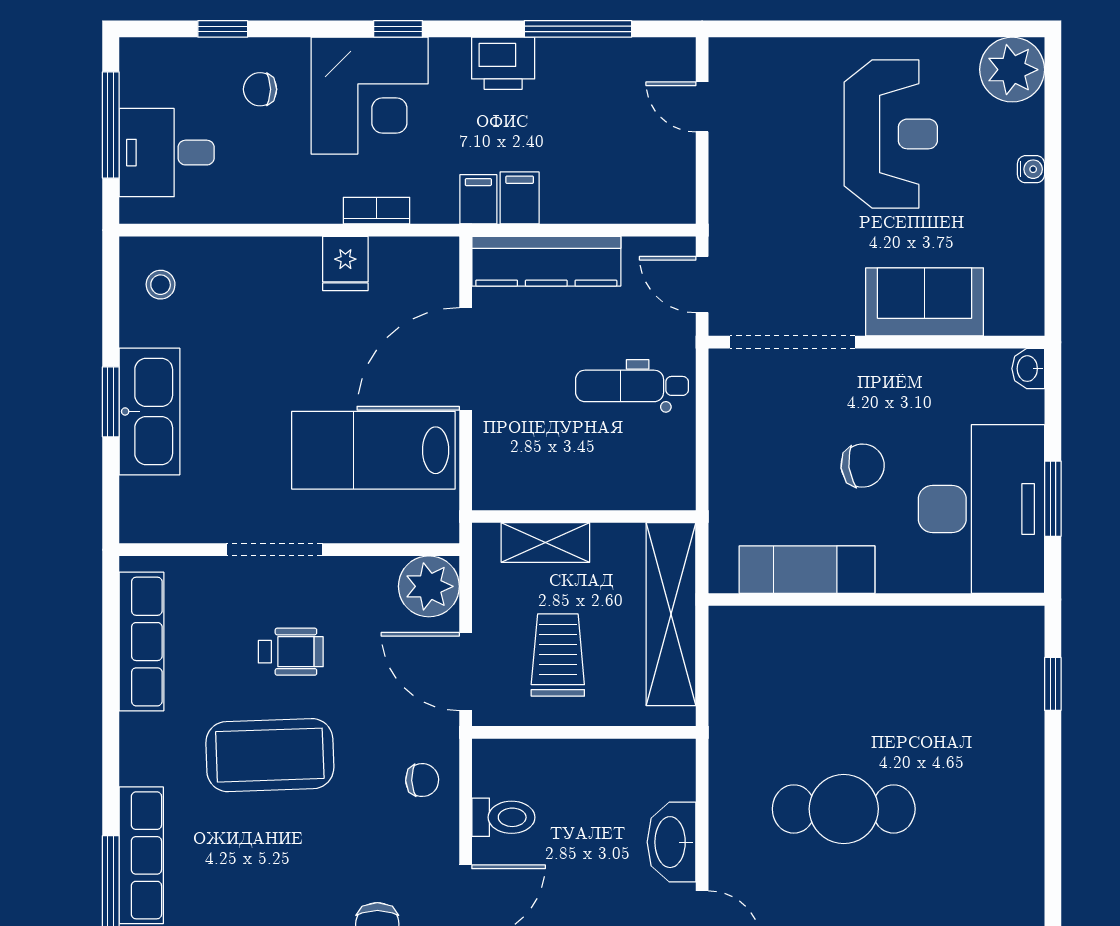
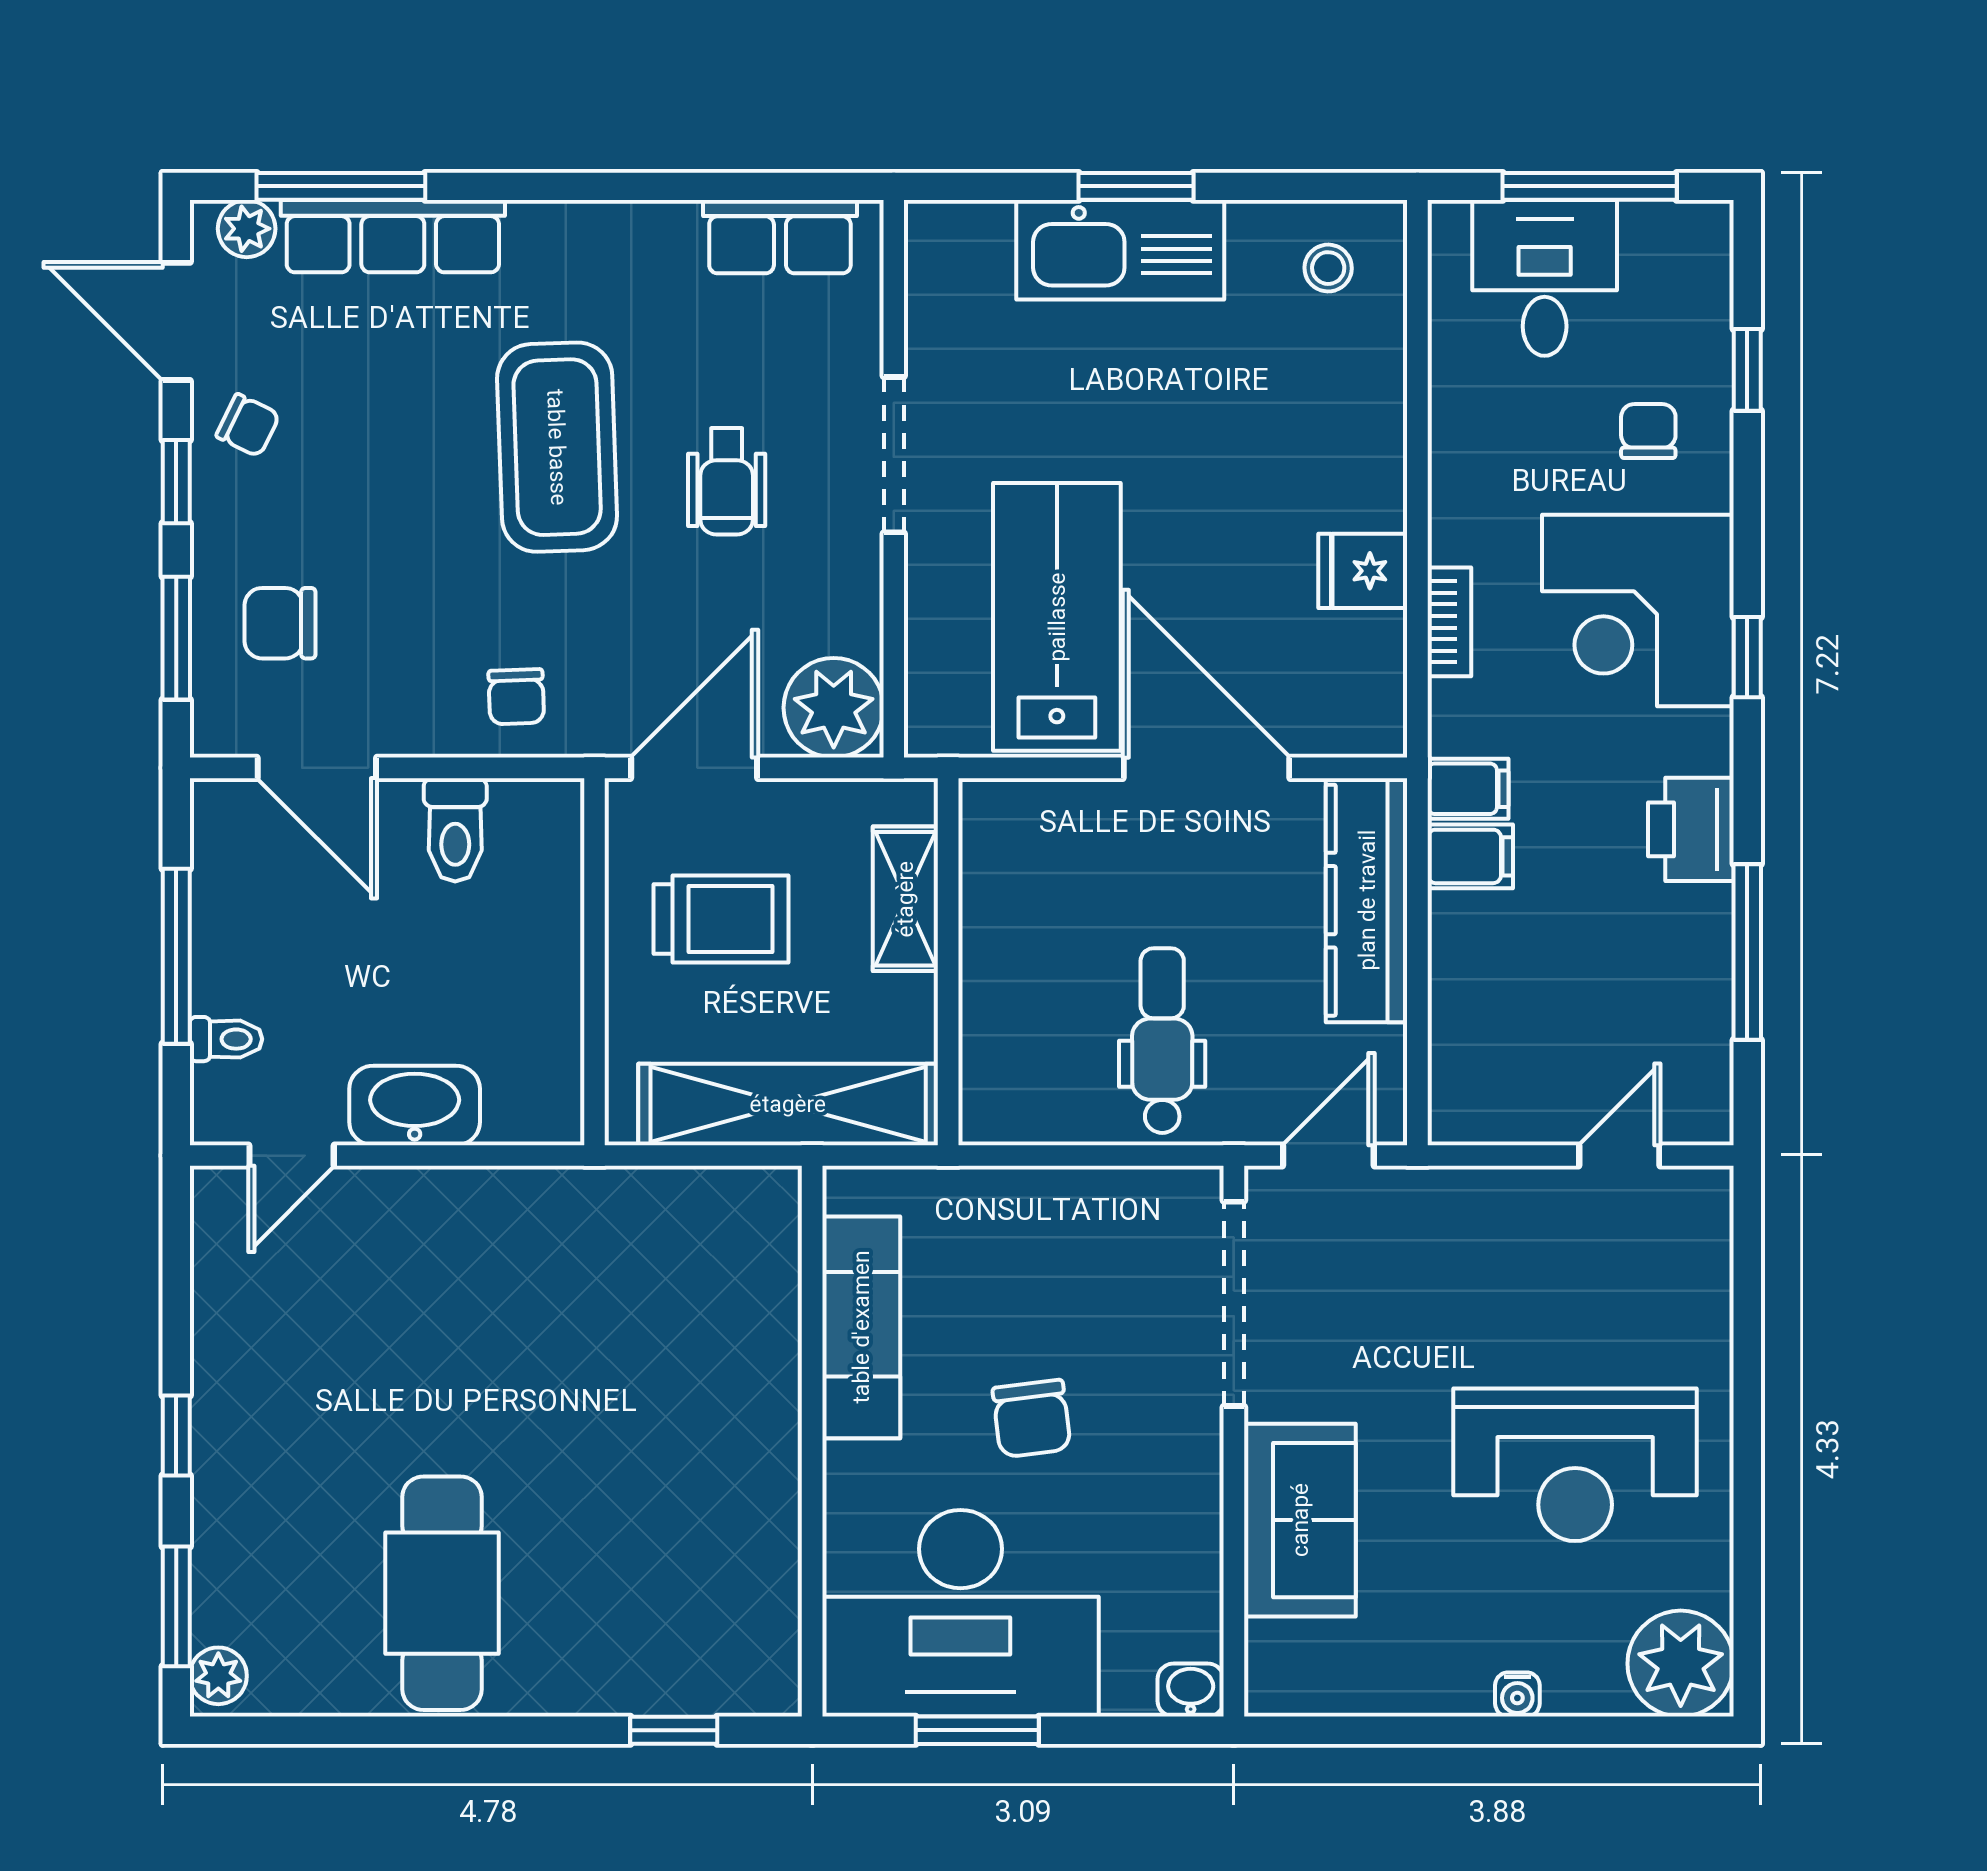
row of seats: (141, 642) -> (780, 237), width x0.68
cafe table: (844, 809) -> (442, 1593), moved

